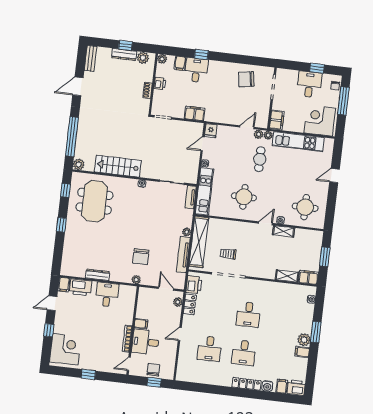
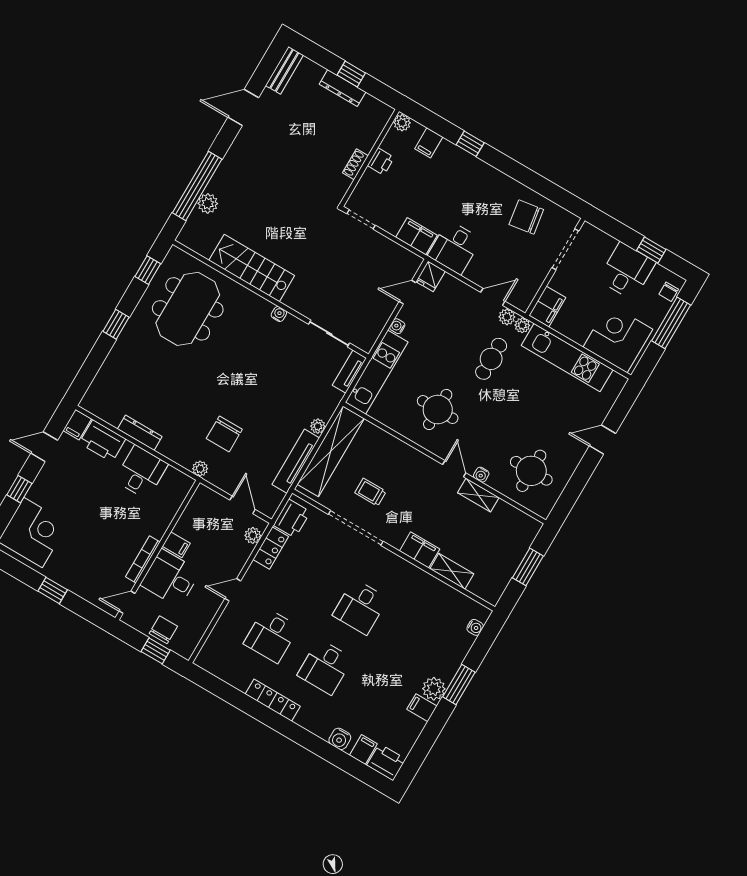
plant: (143, 58) -> (371, 107), removed
desk: (196, 70) -> (455, 247), moved, turned 180
plant: (79, 164) -> (208, 203), moved
door: (265, 223) -> (454, 469), hinge flipped
filing cabinet: (308, 277) -> (420, 550), moved
locker: (246, 384) -> (273, 700), moved

